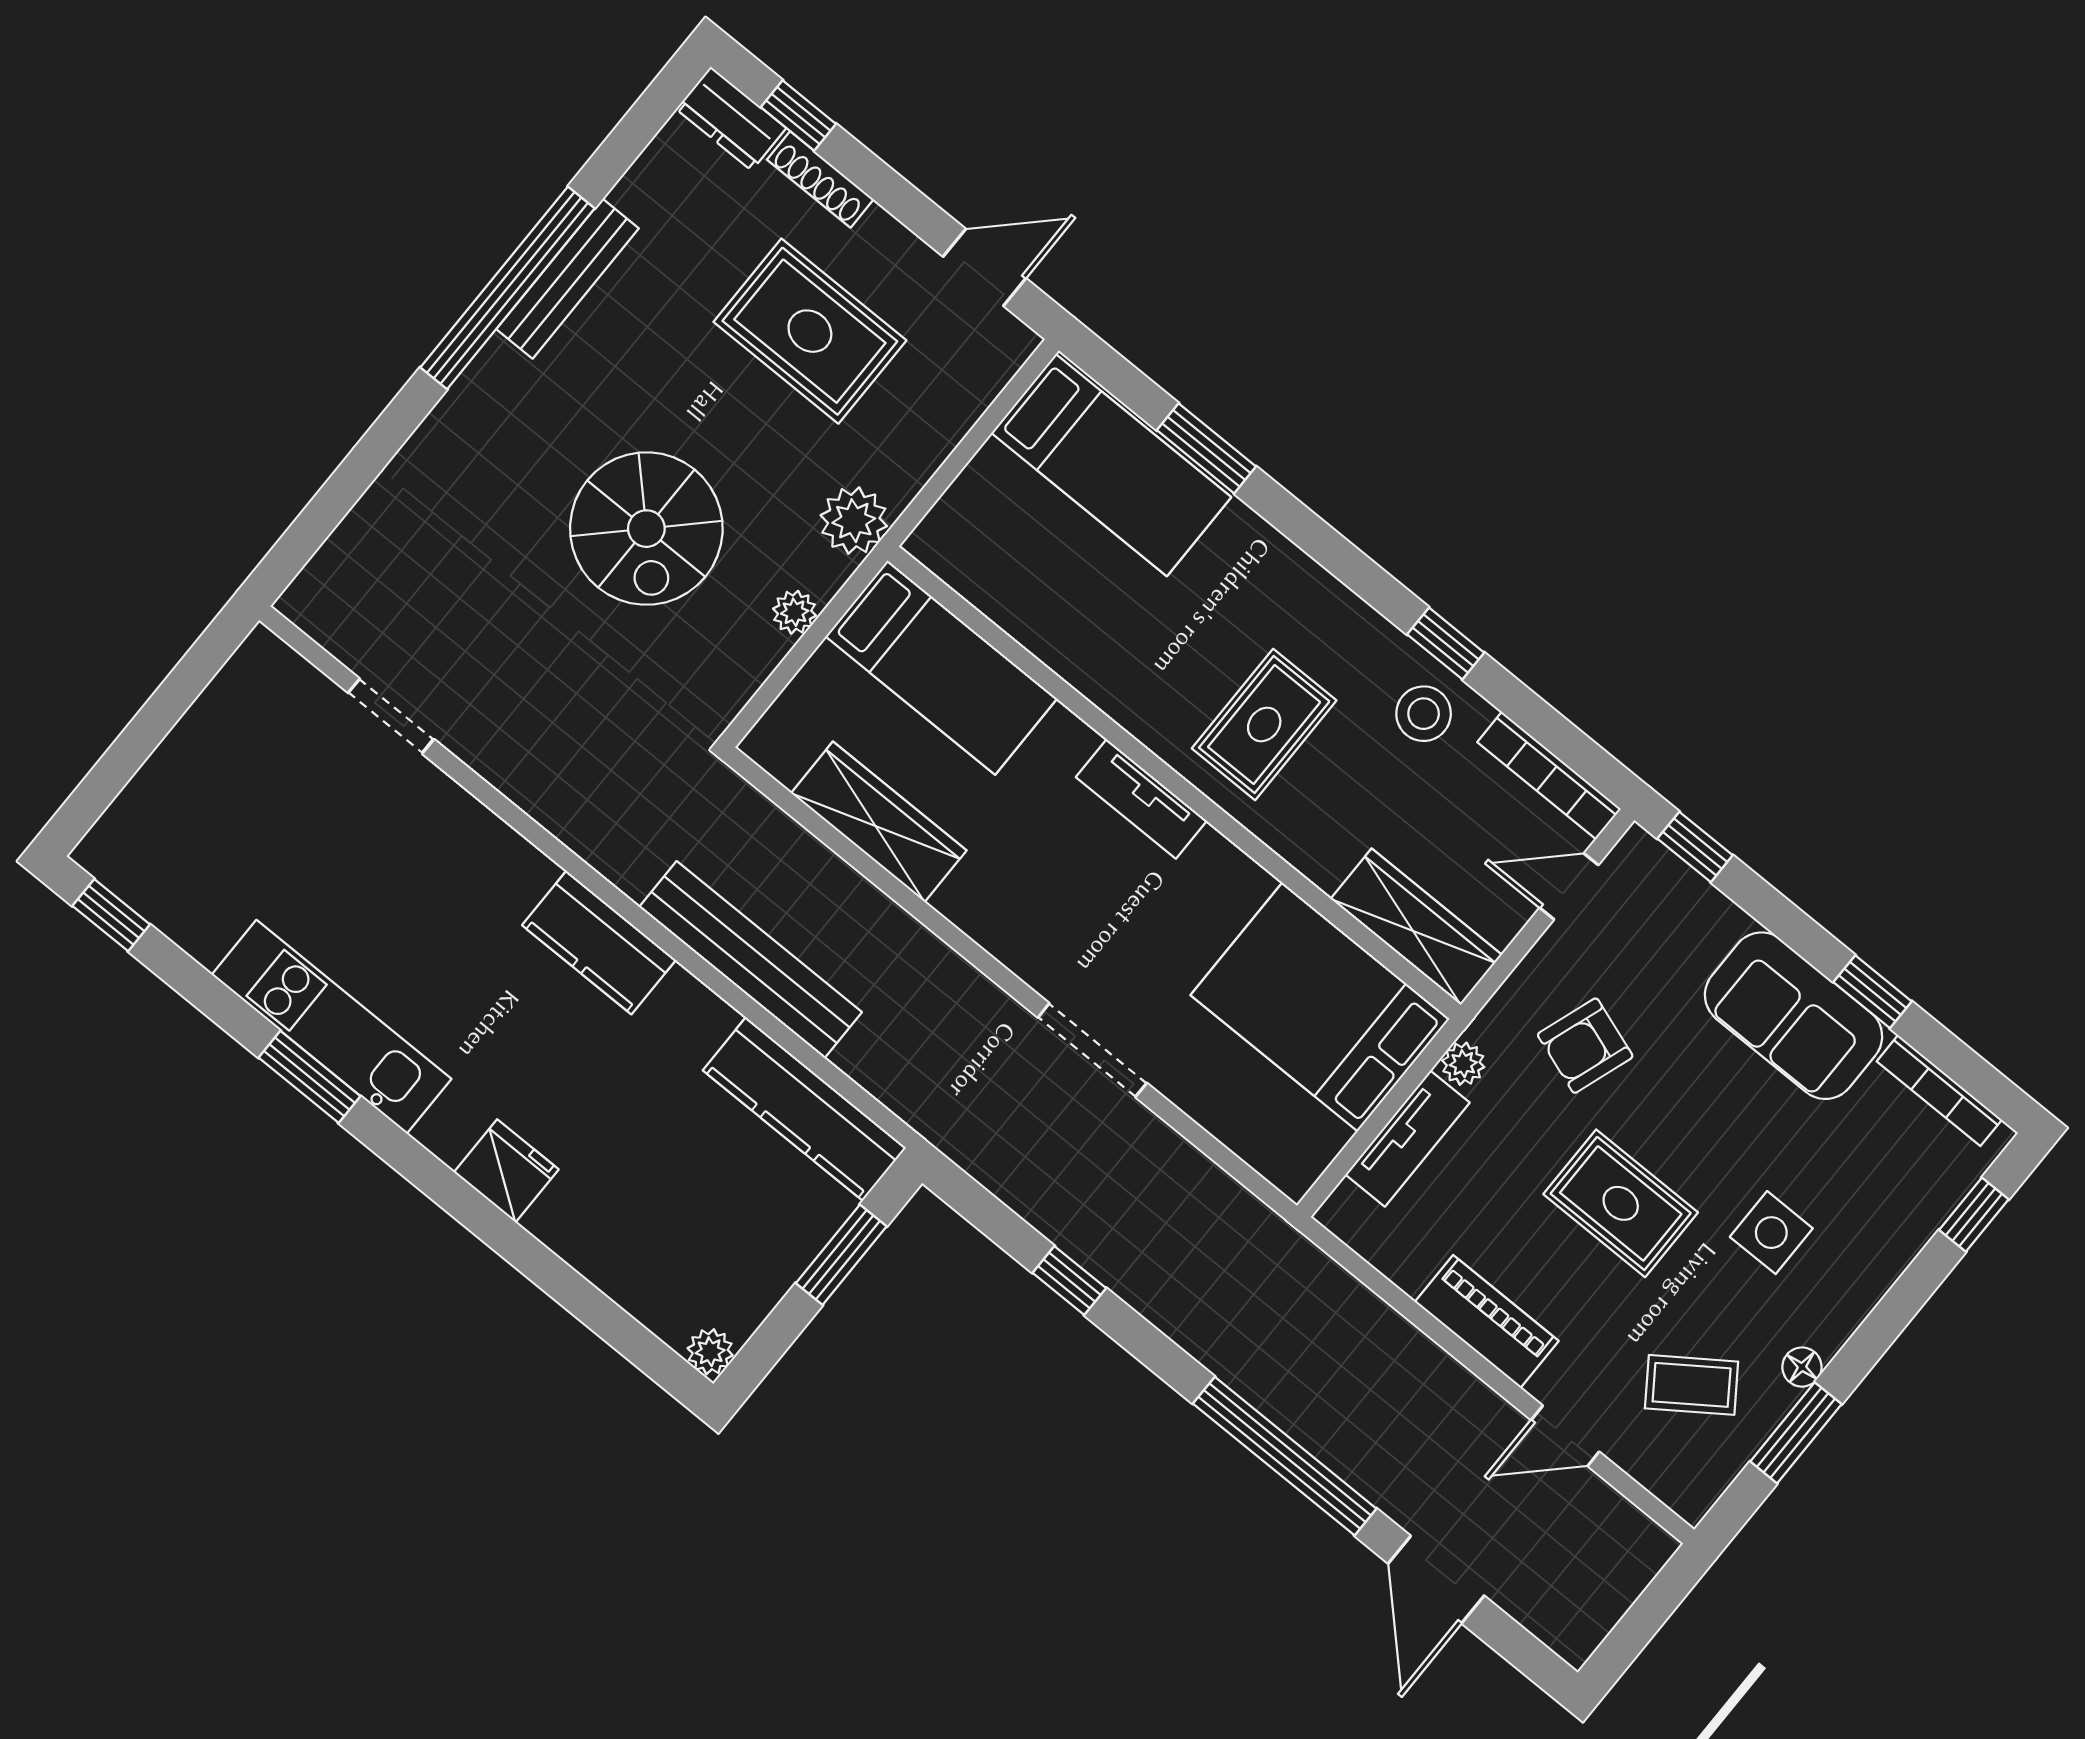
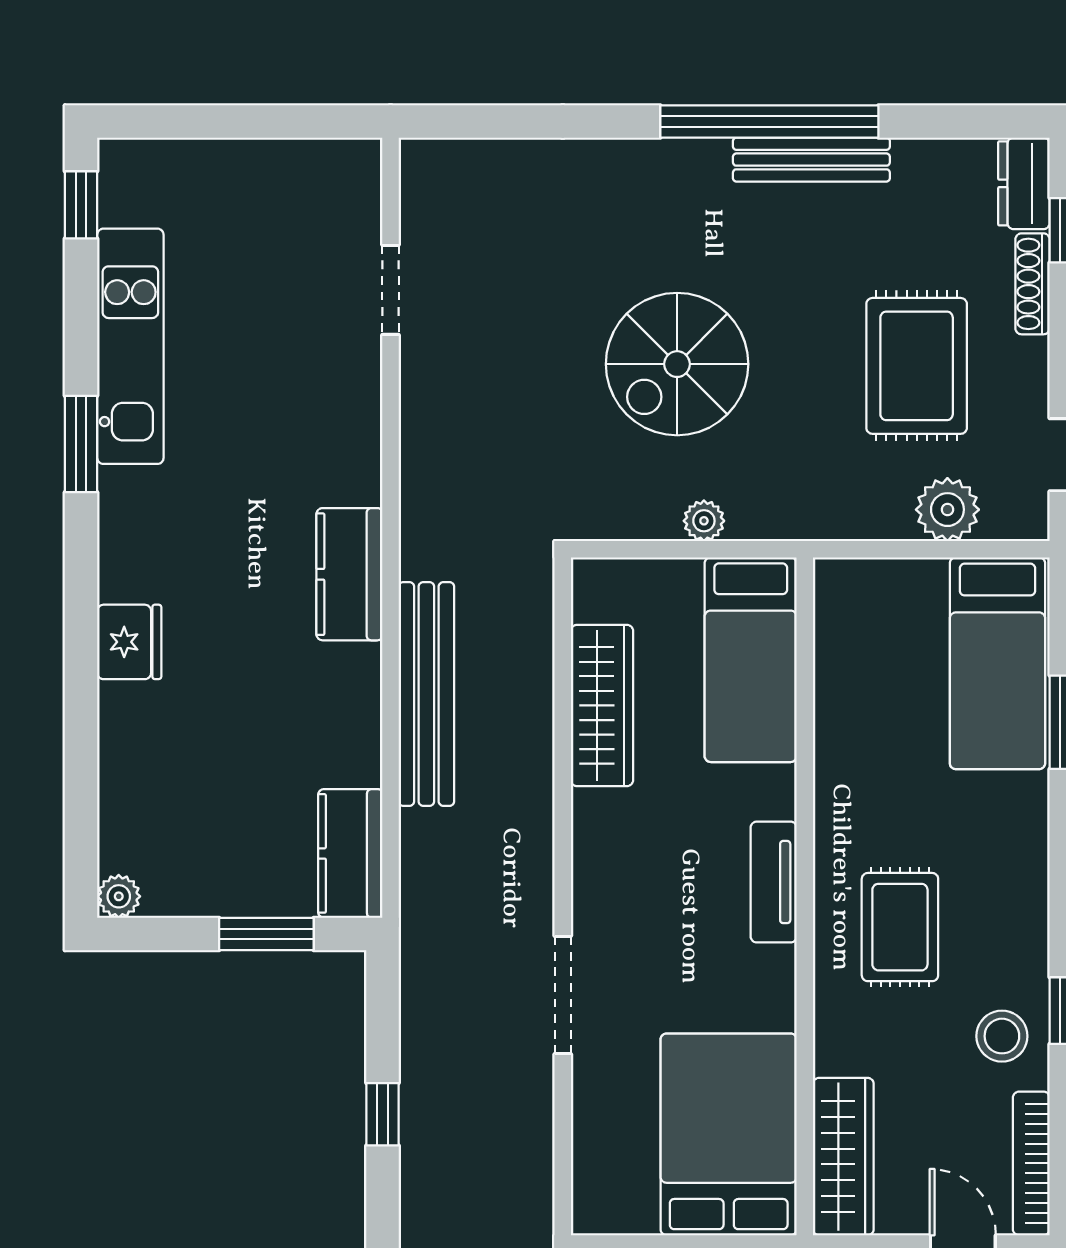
plant: (854, 521) -> (947, 510), moved
rug: (1264, 724) -> (900, 927), turned 90
kitchen unit: (332, 1027) -> (130, 346), moved
kitchen counter: (804, 1109) -> (350, 853), width x0.67

